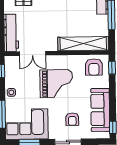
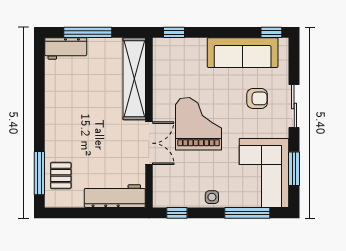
double door: (33, 53) -> (149, 143), moved
armchair: (94, 67) -> (172, 62), removed

